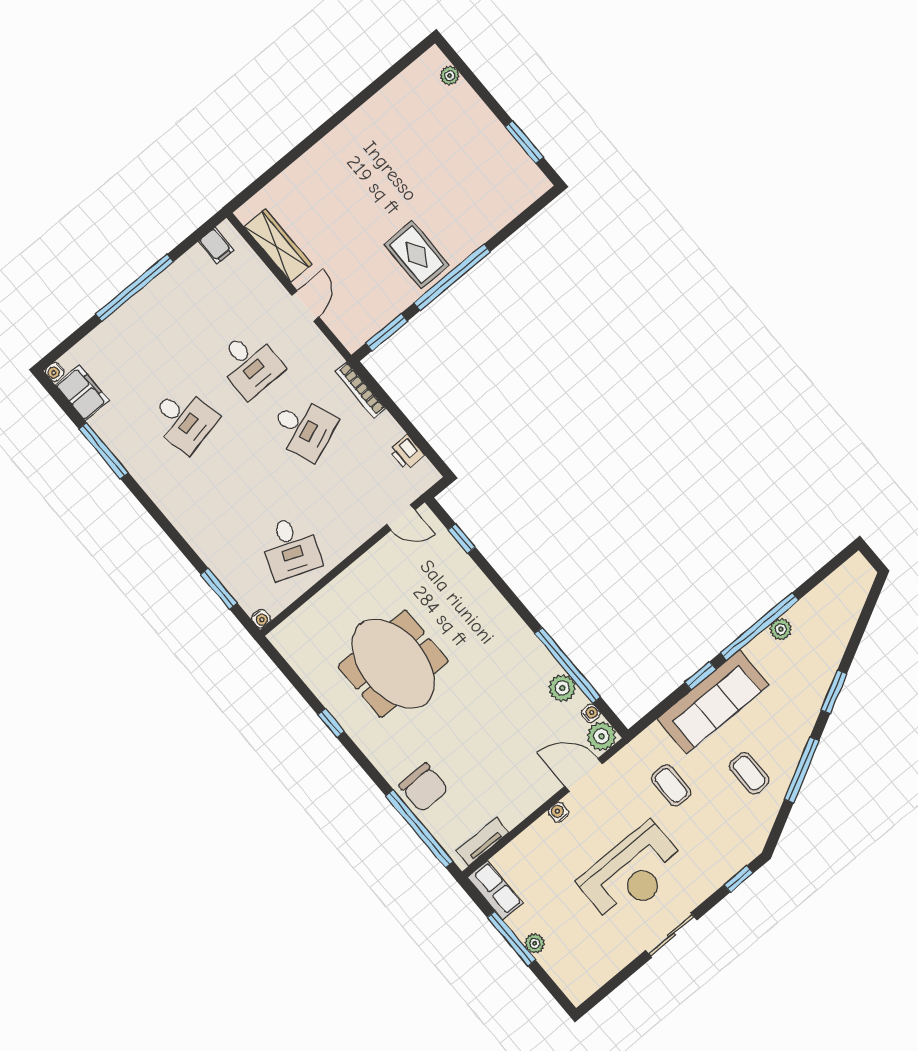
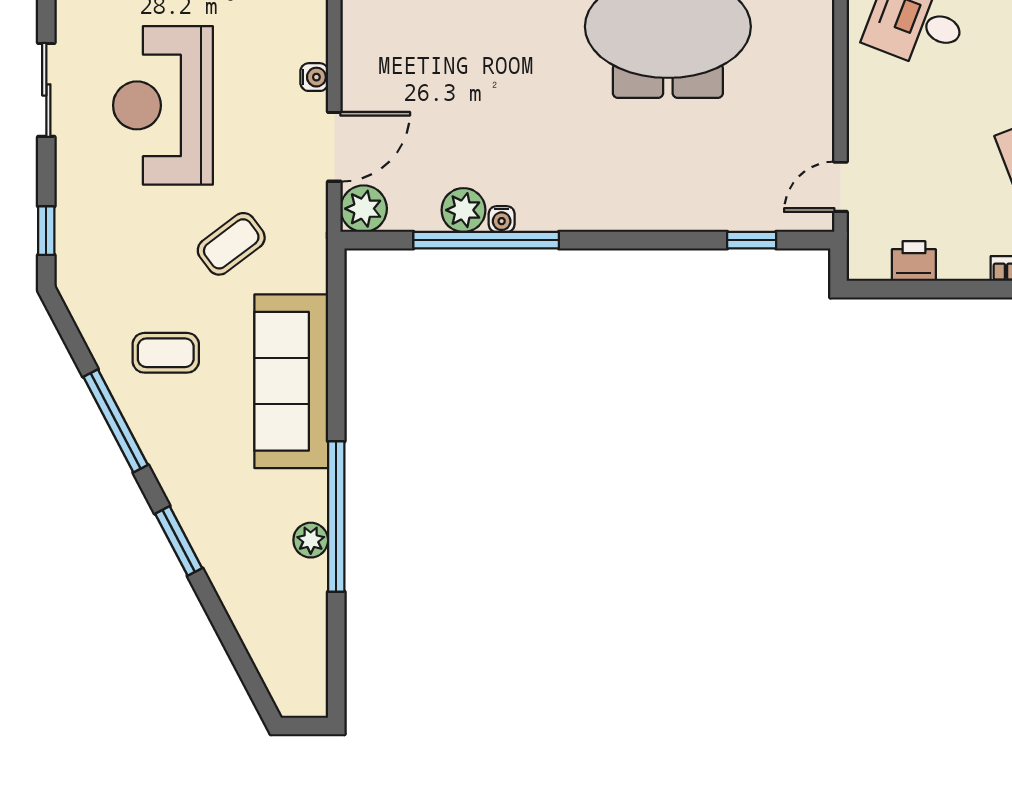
window: (700, 676) -> (336, 393), removed
water cooler: (591, 713) -> (502, 219), moved
coffee table: (671, 785) -> (231, 244), turned -37

